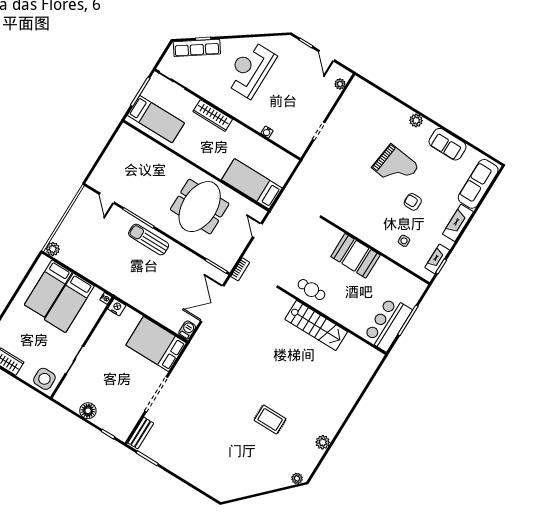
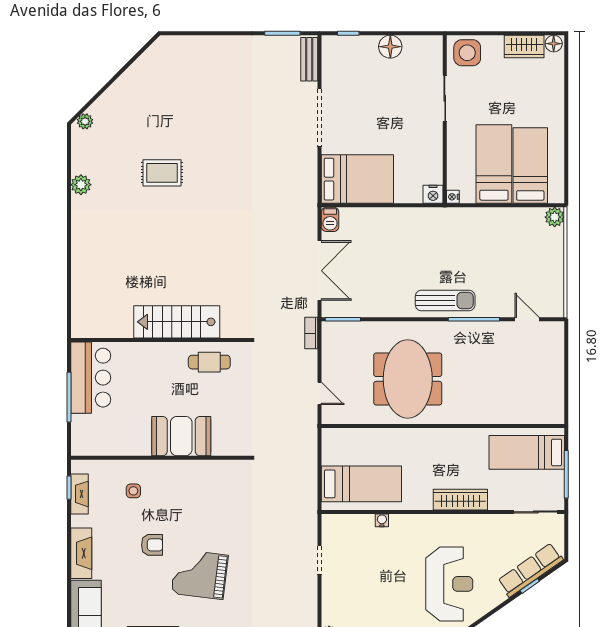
bed: (252, 184) -> (361, 484), moved

